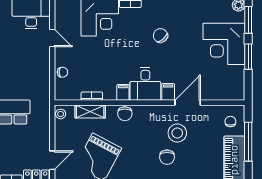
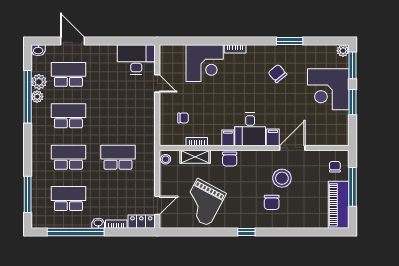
chair: (160, 35) -> (277, 73), moved
chair: (62, 72) -> (183, 118), moved

